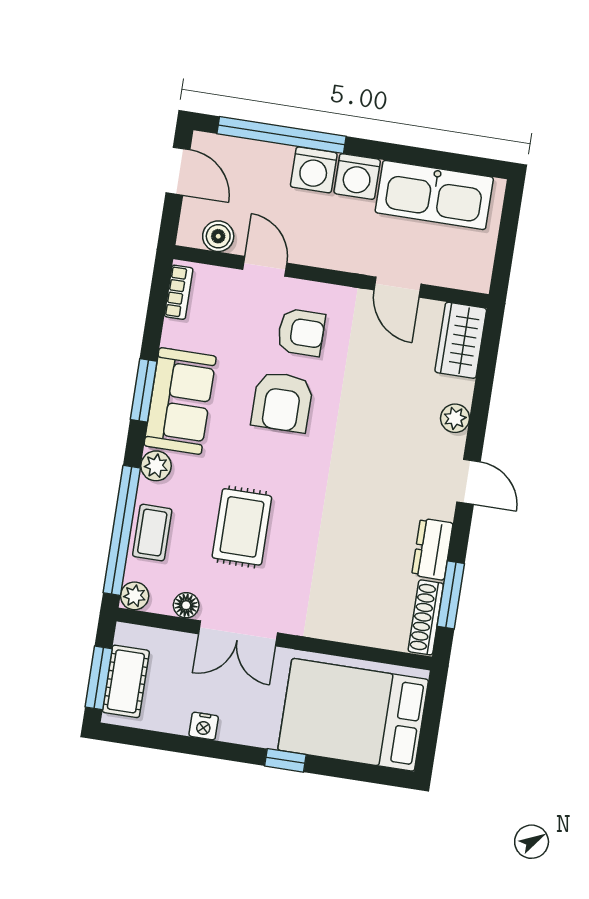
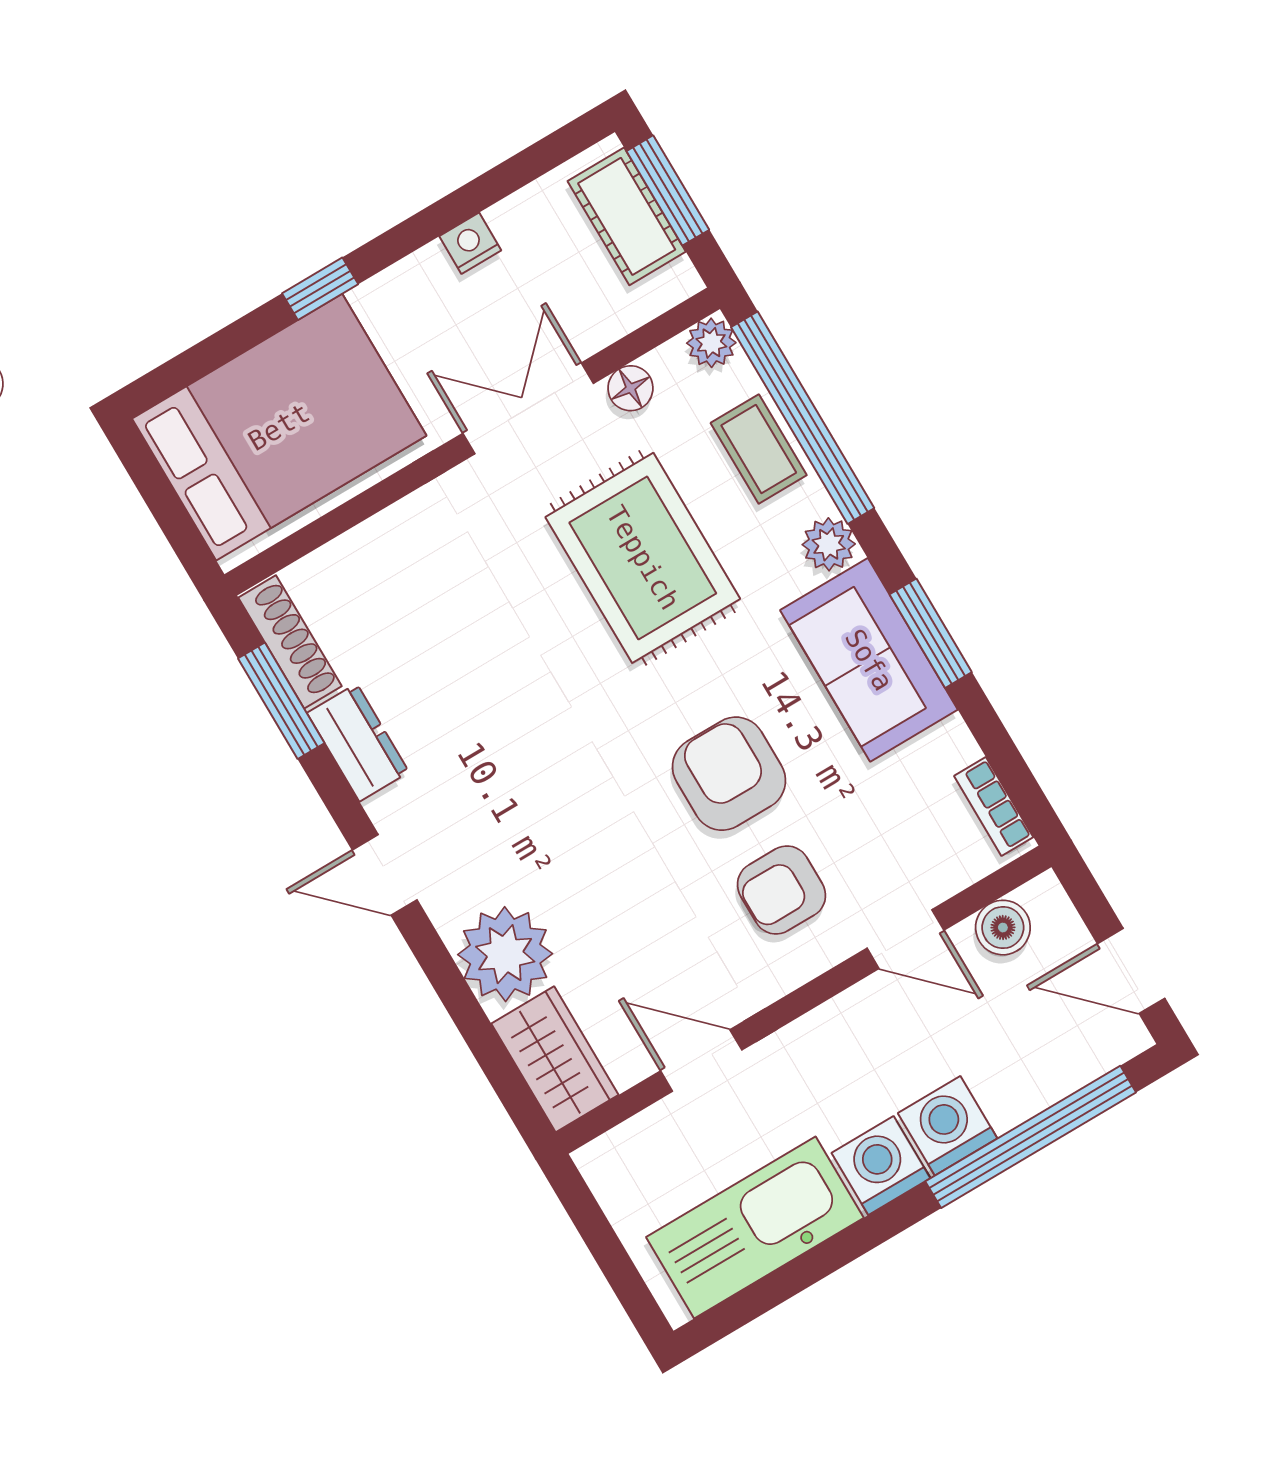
plant: (455, 418) -> (505, 954), width x1.87, depth x1.87
rug: (242, 527) -> (643, 558), width x1.36, depth x1.43

